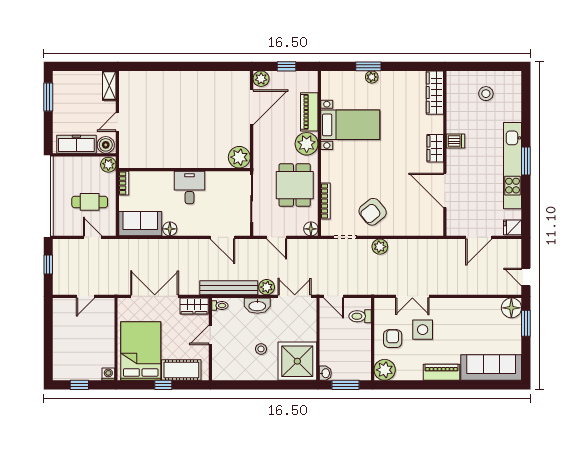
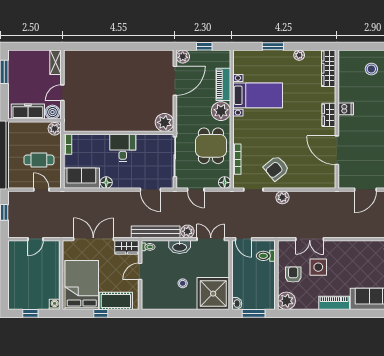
plant: (372, 77) -> (299, 55), moved

